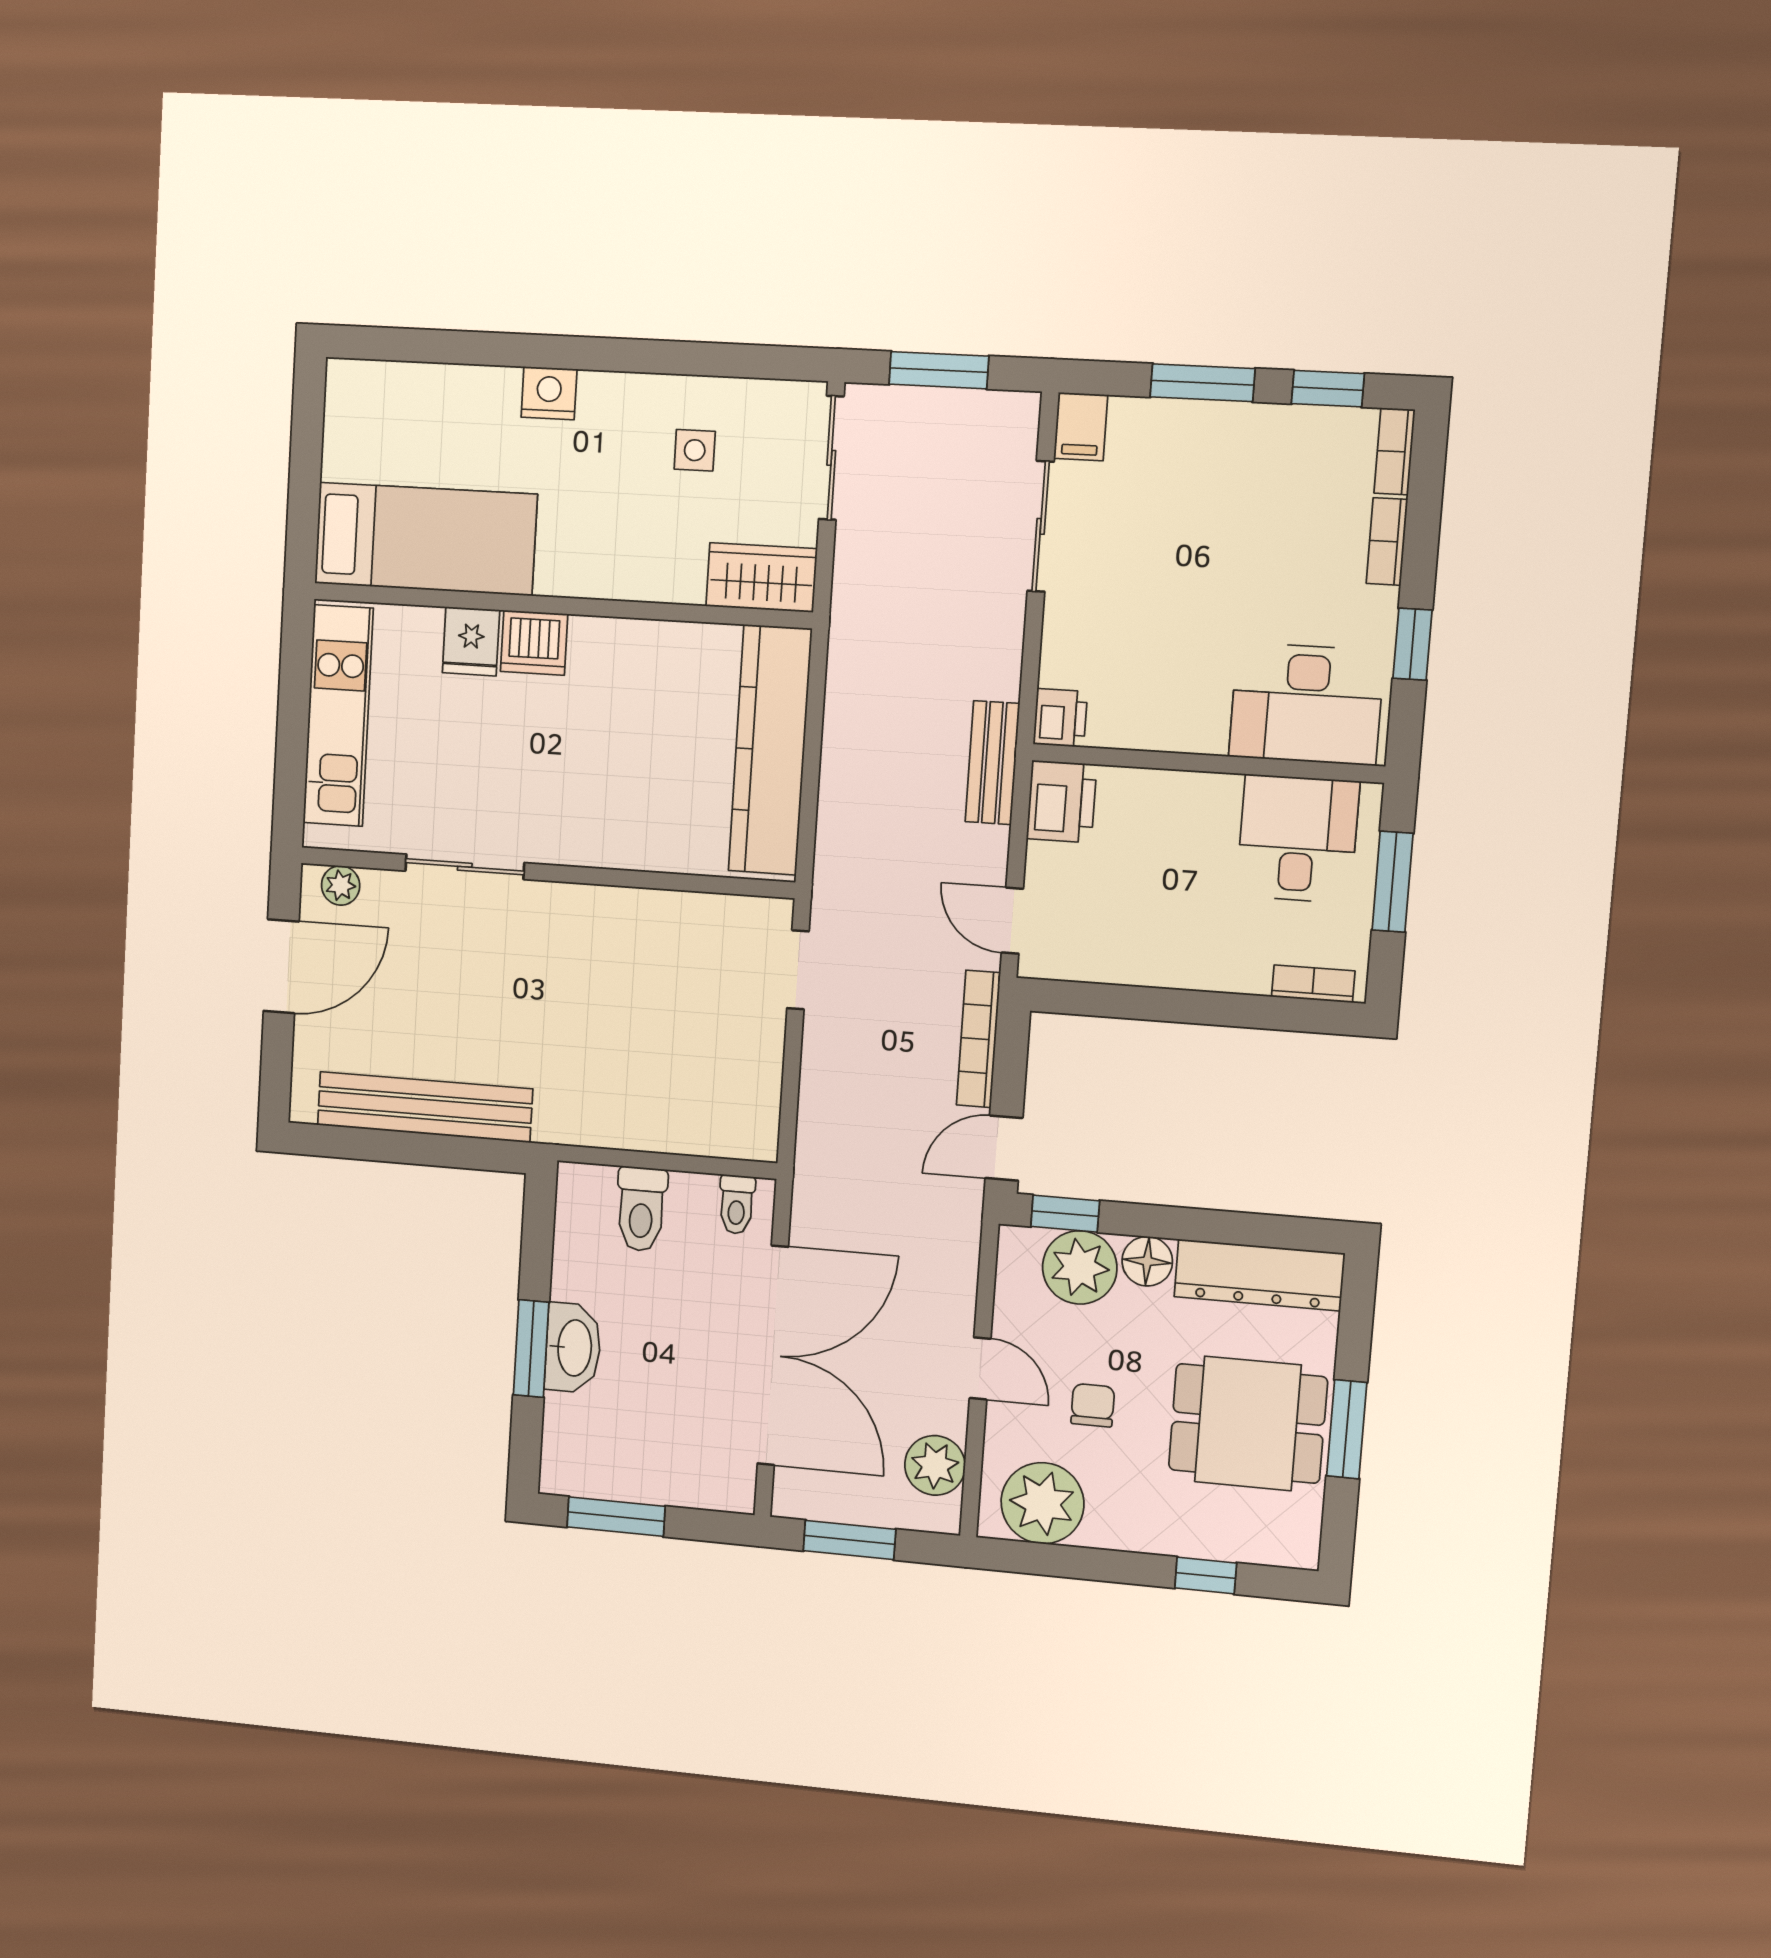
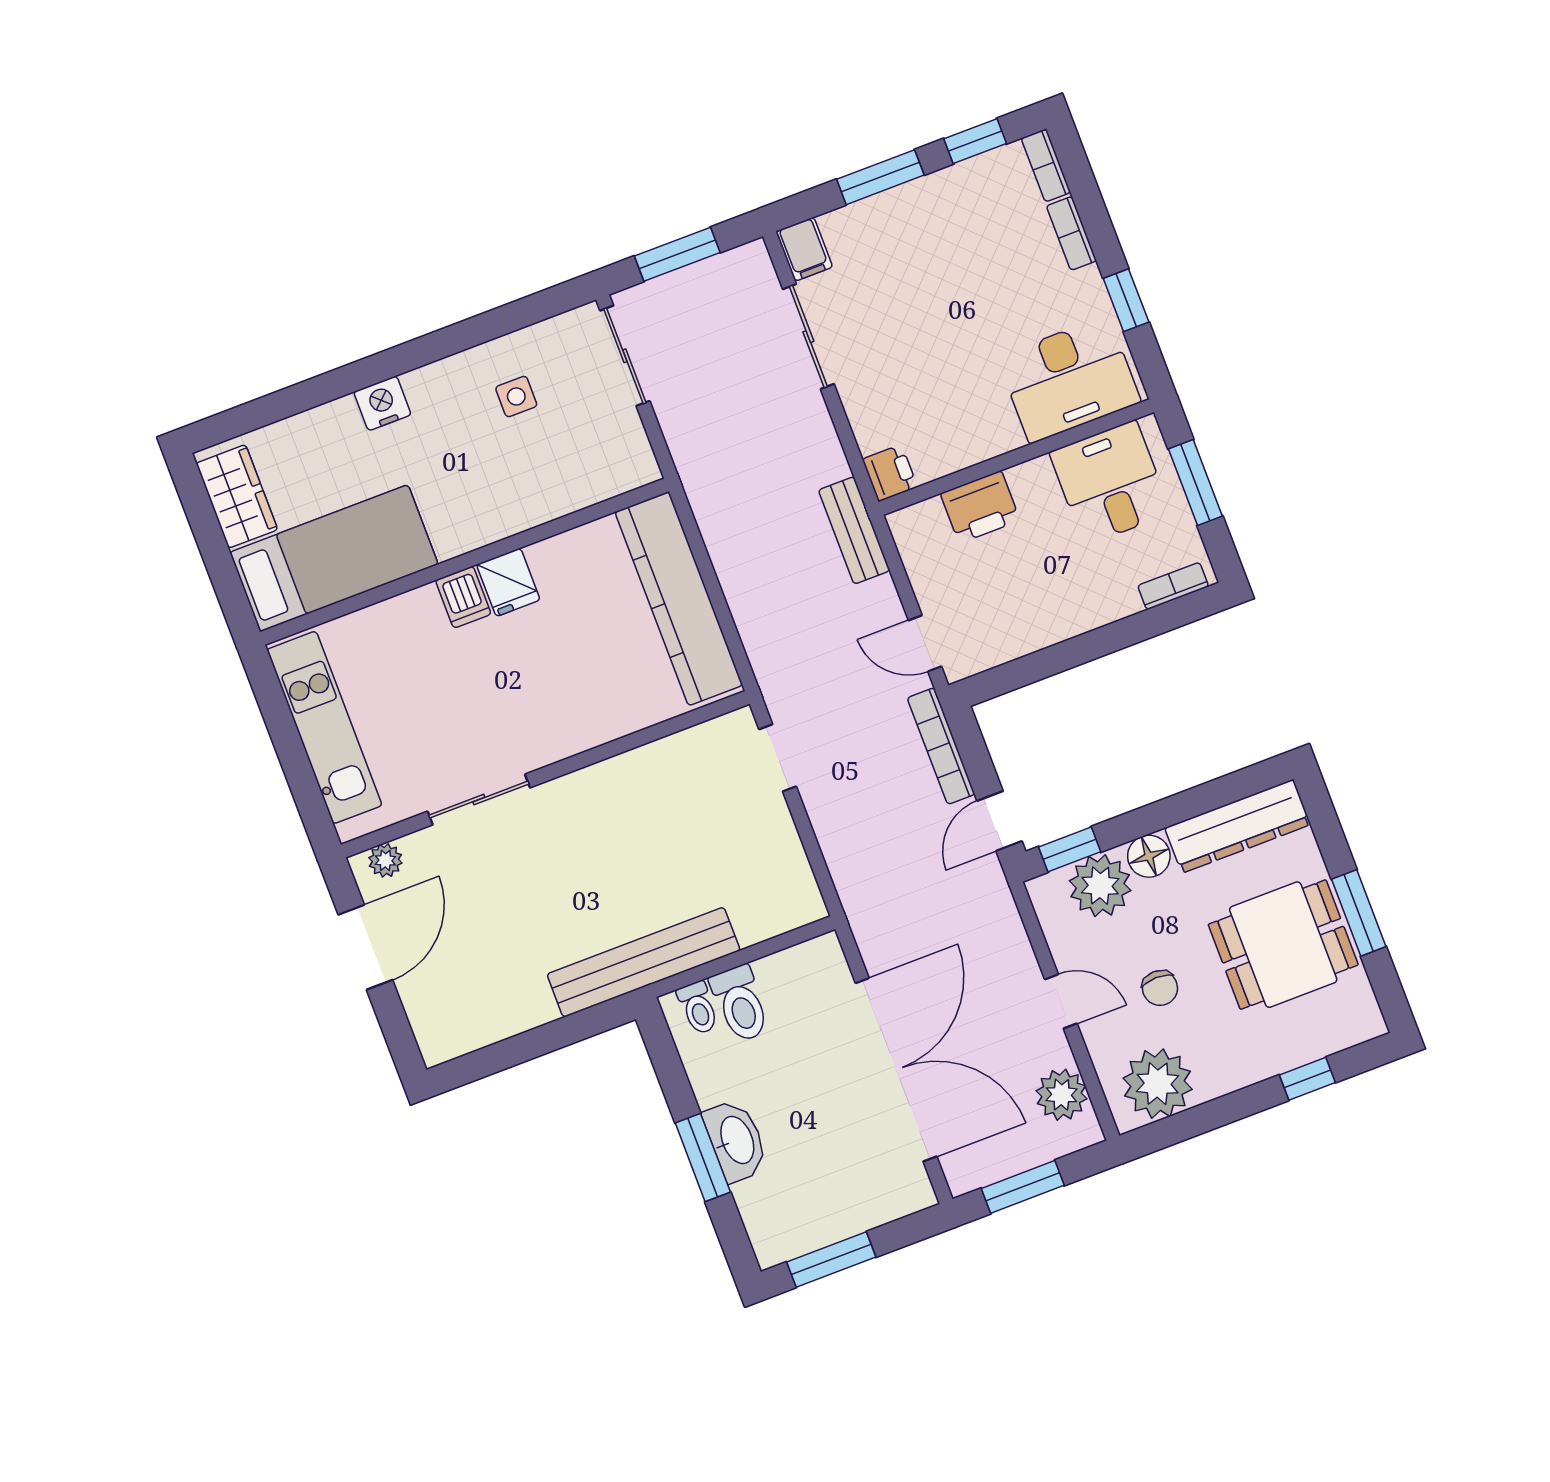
wardrobe: (761, 578) -> (237, 496), moved, turned 90
fridge: (471, 641) -> (508, 582), moved
dishwasher: (534, 643) -> (463, 597), width x0.73
printer: (1062, 802) -> (980, 507), moved, turned 90
bench: (425, 1107) -> (644, 962), moved
toilet: (737, 1205) -> (698, 1008), moved
chair: (1093, 1405) -> (1160, 988), turned 180

